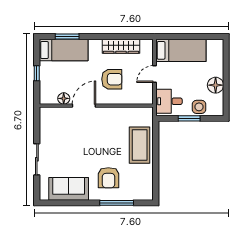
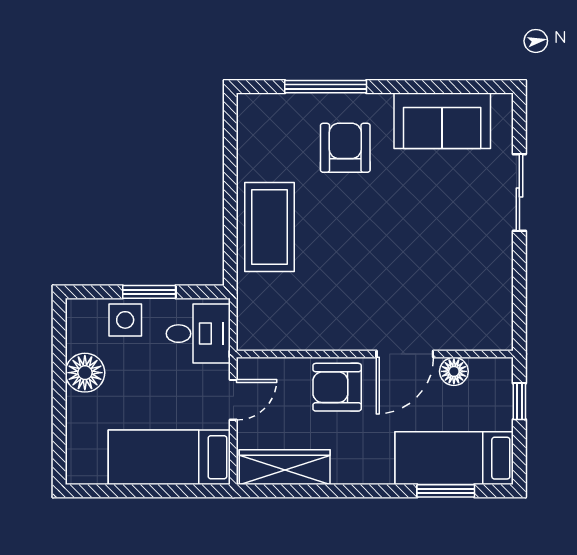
wardrobe: (121, 46) -> (285, 467), moved
floor lamp: (64, 98) -> (454, 371), moved
door: (84, 106) -> (405, 354), moved
wall: (96, 106) -> (375, 354), moved

